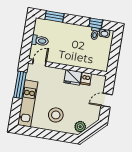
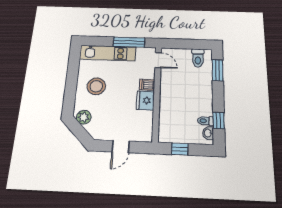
toilet: (40, 41) -> (198, 58), moved
window: (114, 56) -> (180, 149), added
dishwasher: (86, 79) -> (147, 85), moved
door: (107, 100) -> (121, 147), swing flipped

